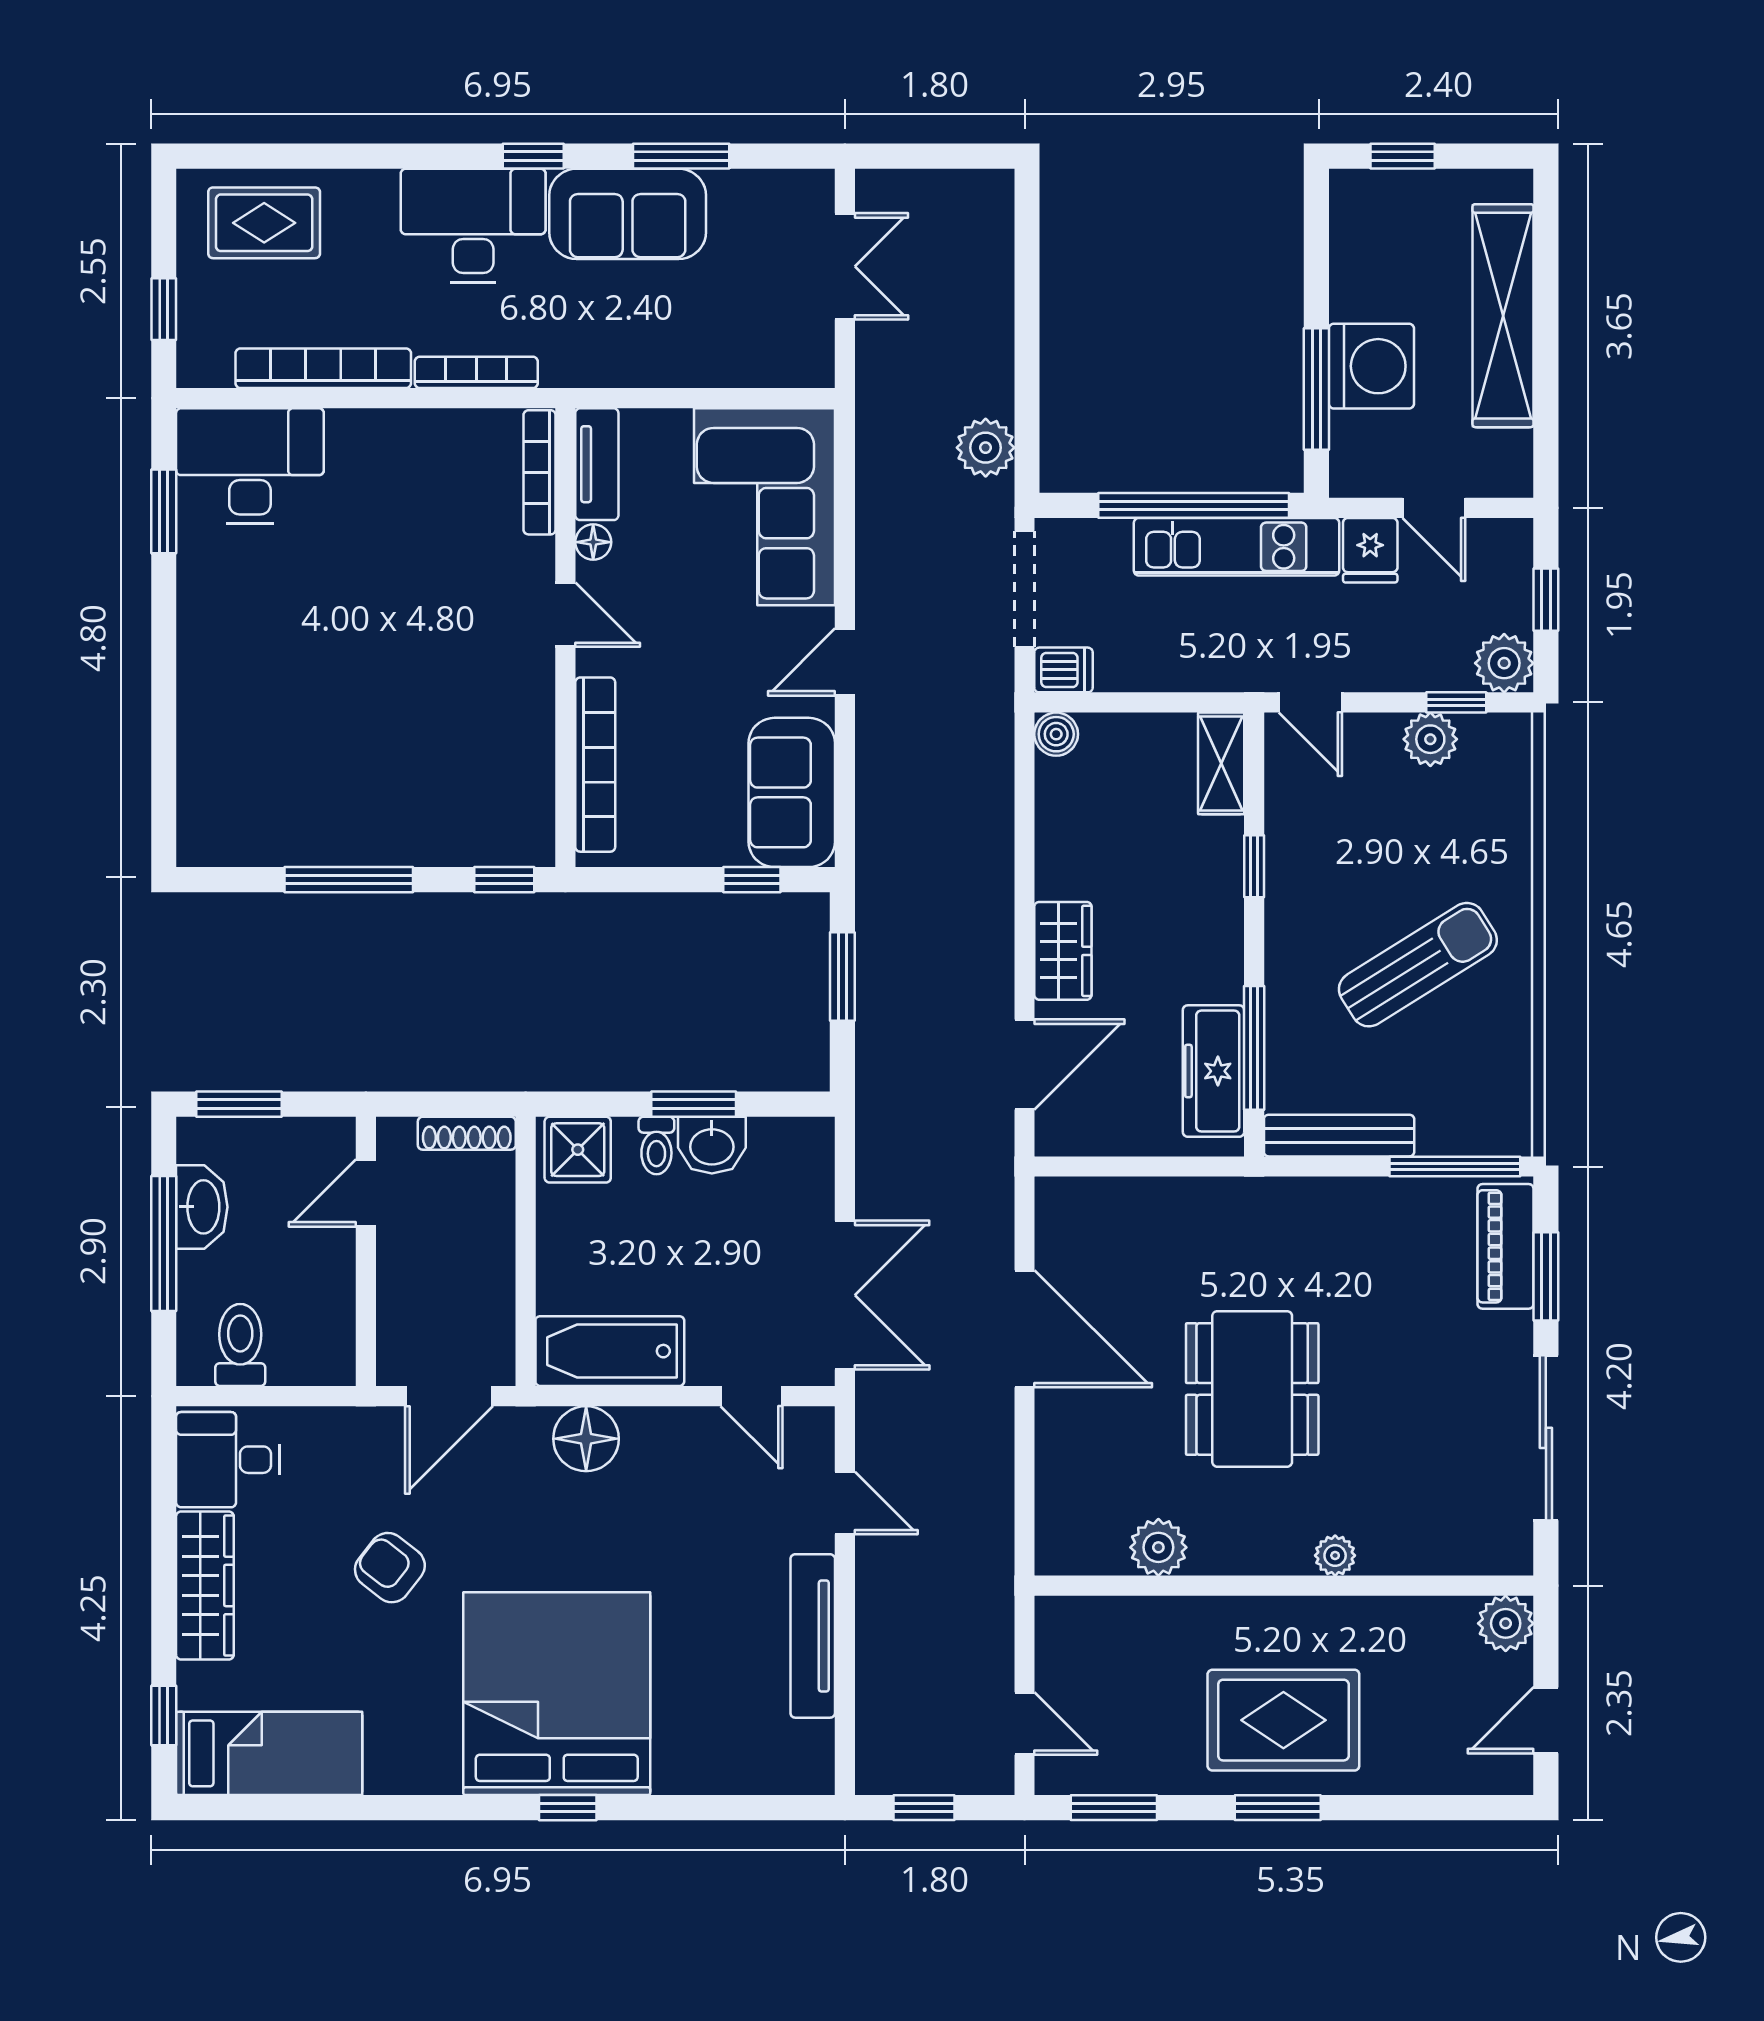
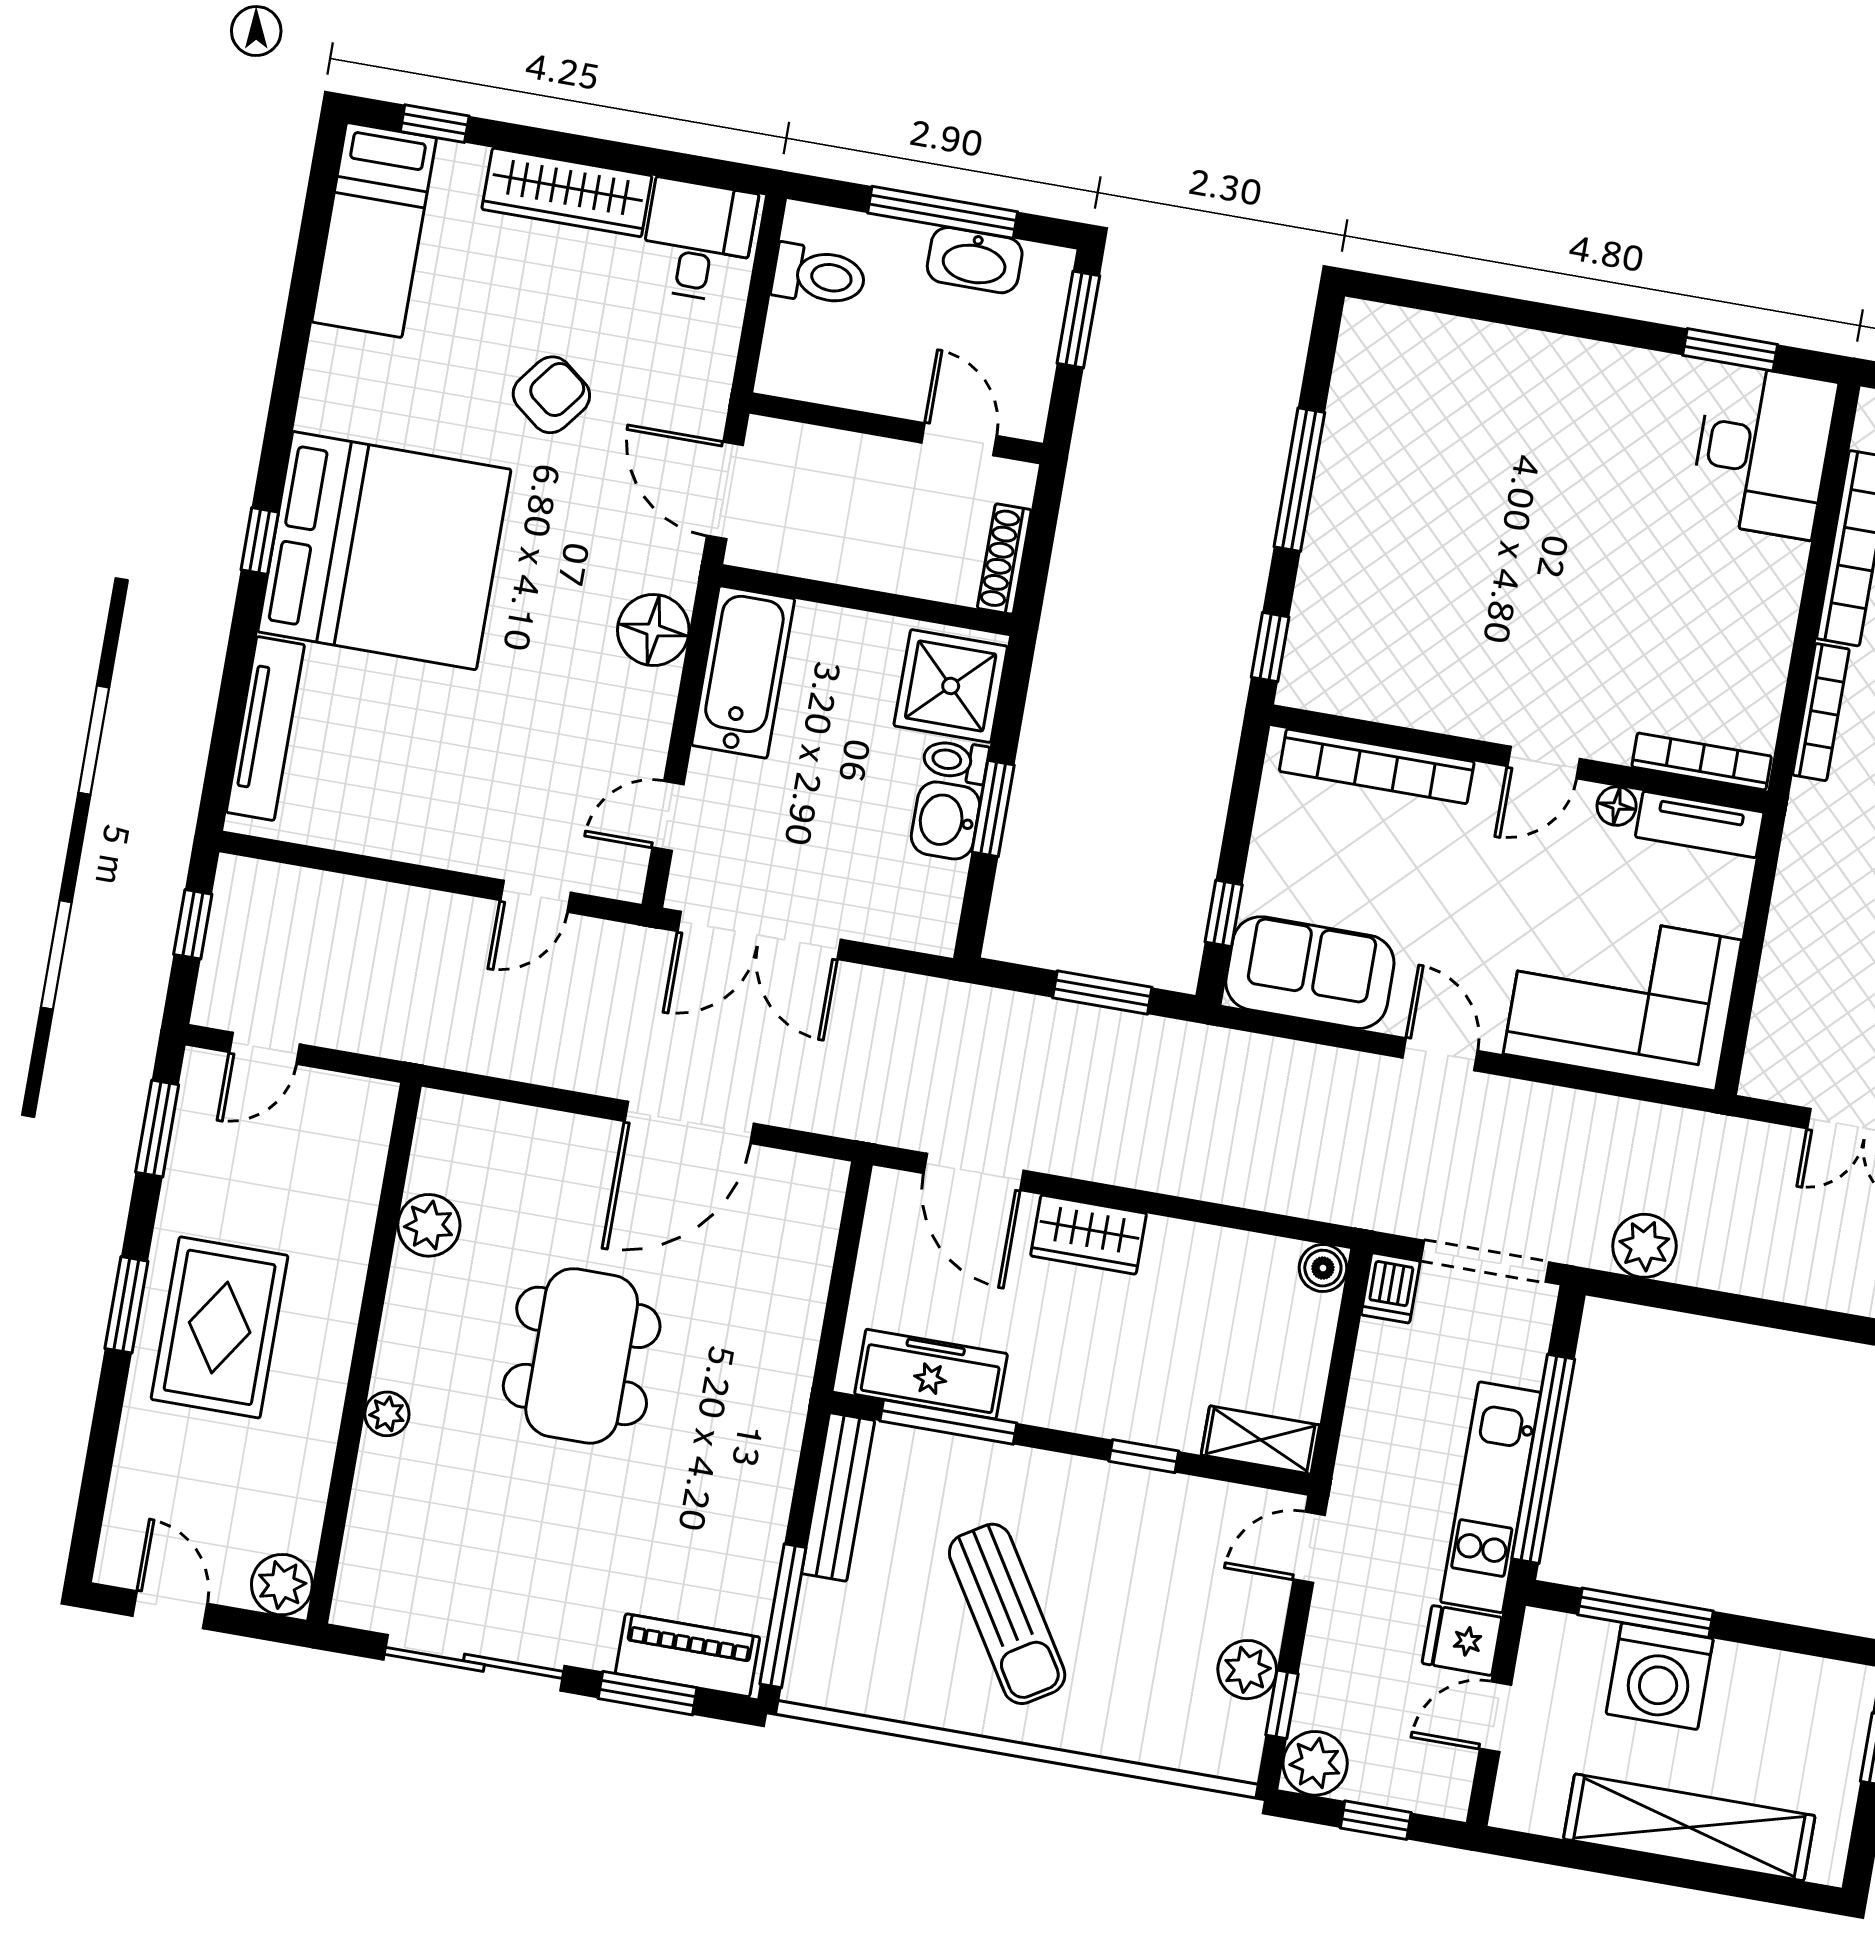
shower: (578, 1150) -> (951, 686), width x1.36, depth x1.36
dining table: (1252, 1389) -> (582, 1356), turned 90
tv unit: (813, 1636) -> (265, 729), moved, turned 90

